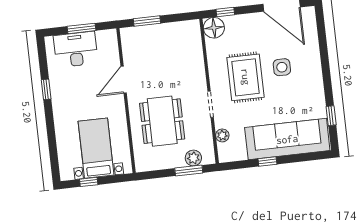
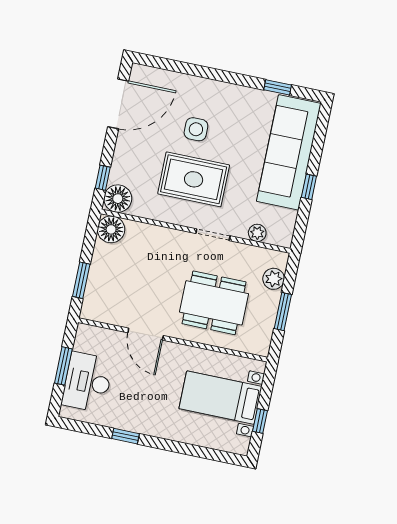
floor lamp: (190, 30) -> (111, 229), added
window: (189, 170) -> (283, 312), moved

